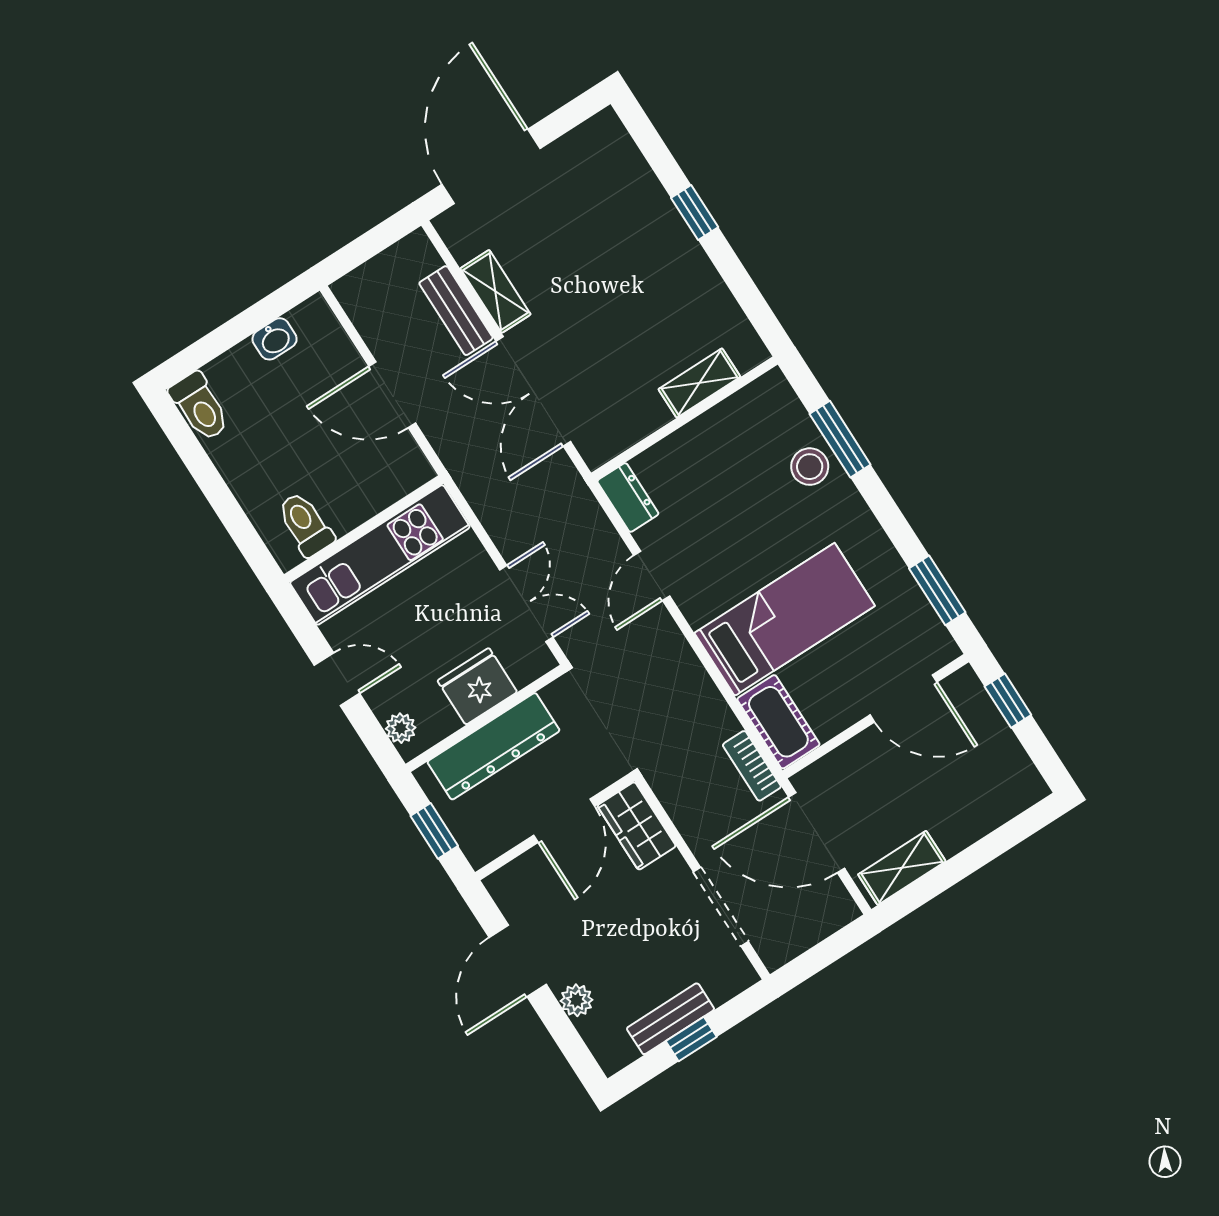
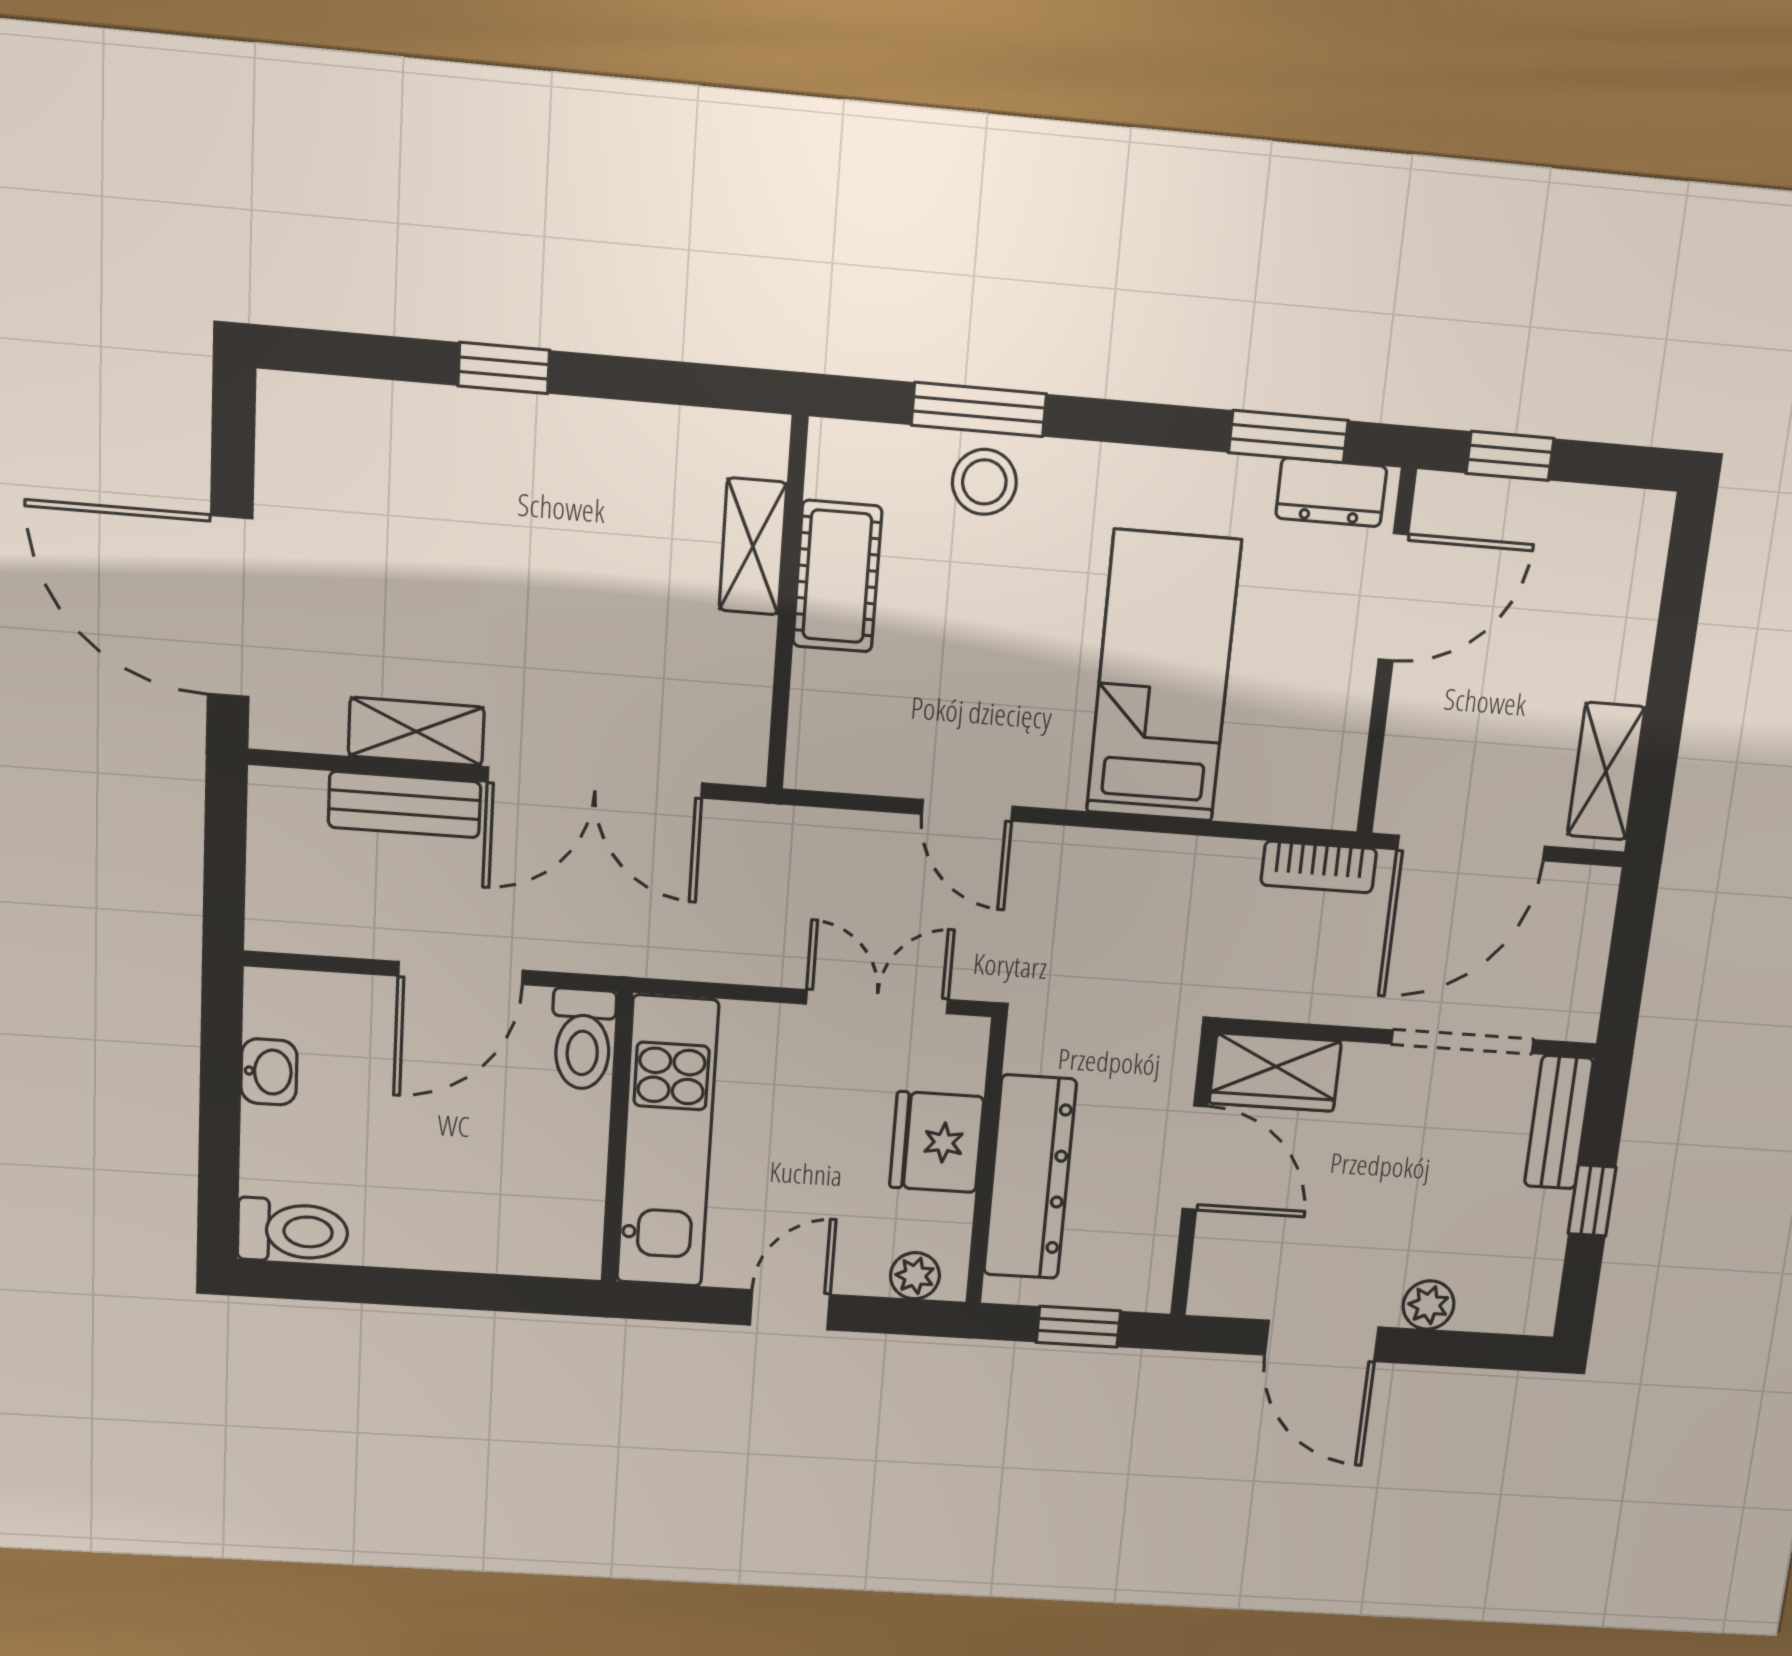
dresser: (628, 497) -> (1331, 492), moved, turned 180
toilet: (305, 524) -> (583, 1039), moved, turned -90
cot: (778, 722) -> (837, 576), moved, turned 90
bench: (671, 1019) -> (1559, 1122), moved

